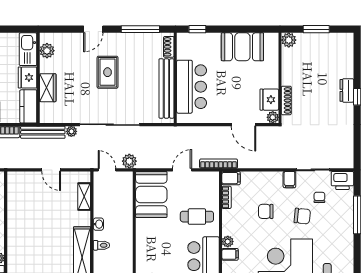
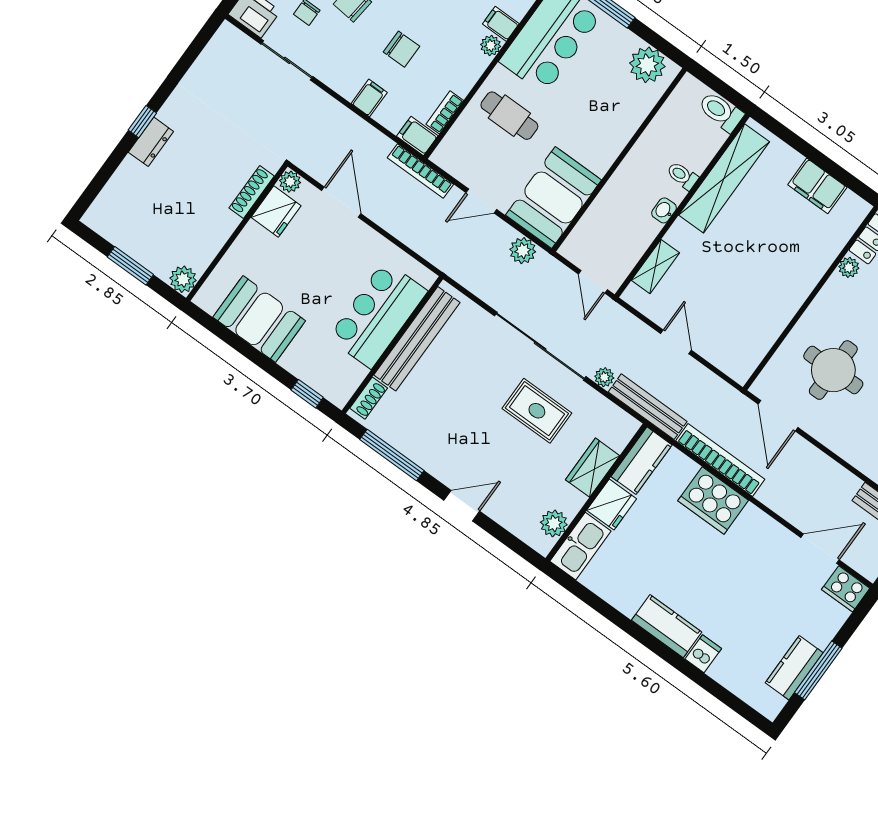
rug: (108, 72) -> (537, 411), moved, turned 90
plant: (129, 161) -> (523, 251), moved
filing cabinet: (289, 180) -> (369, 98), moved

